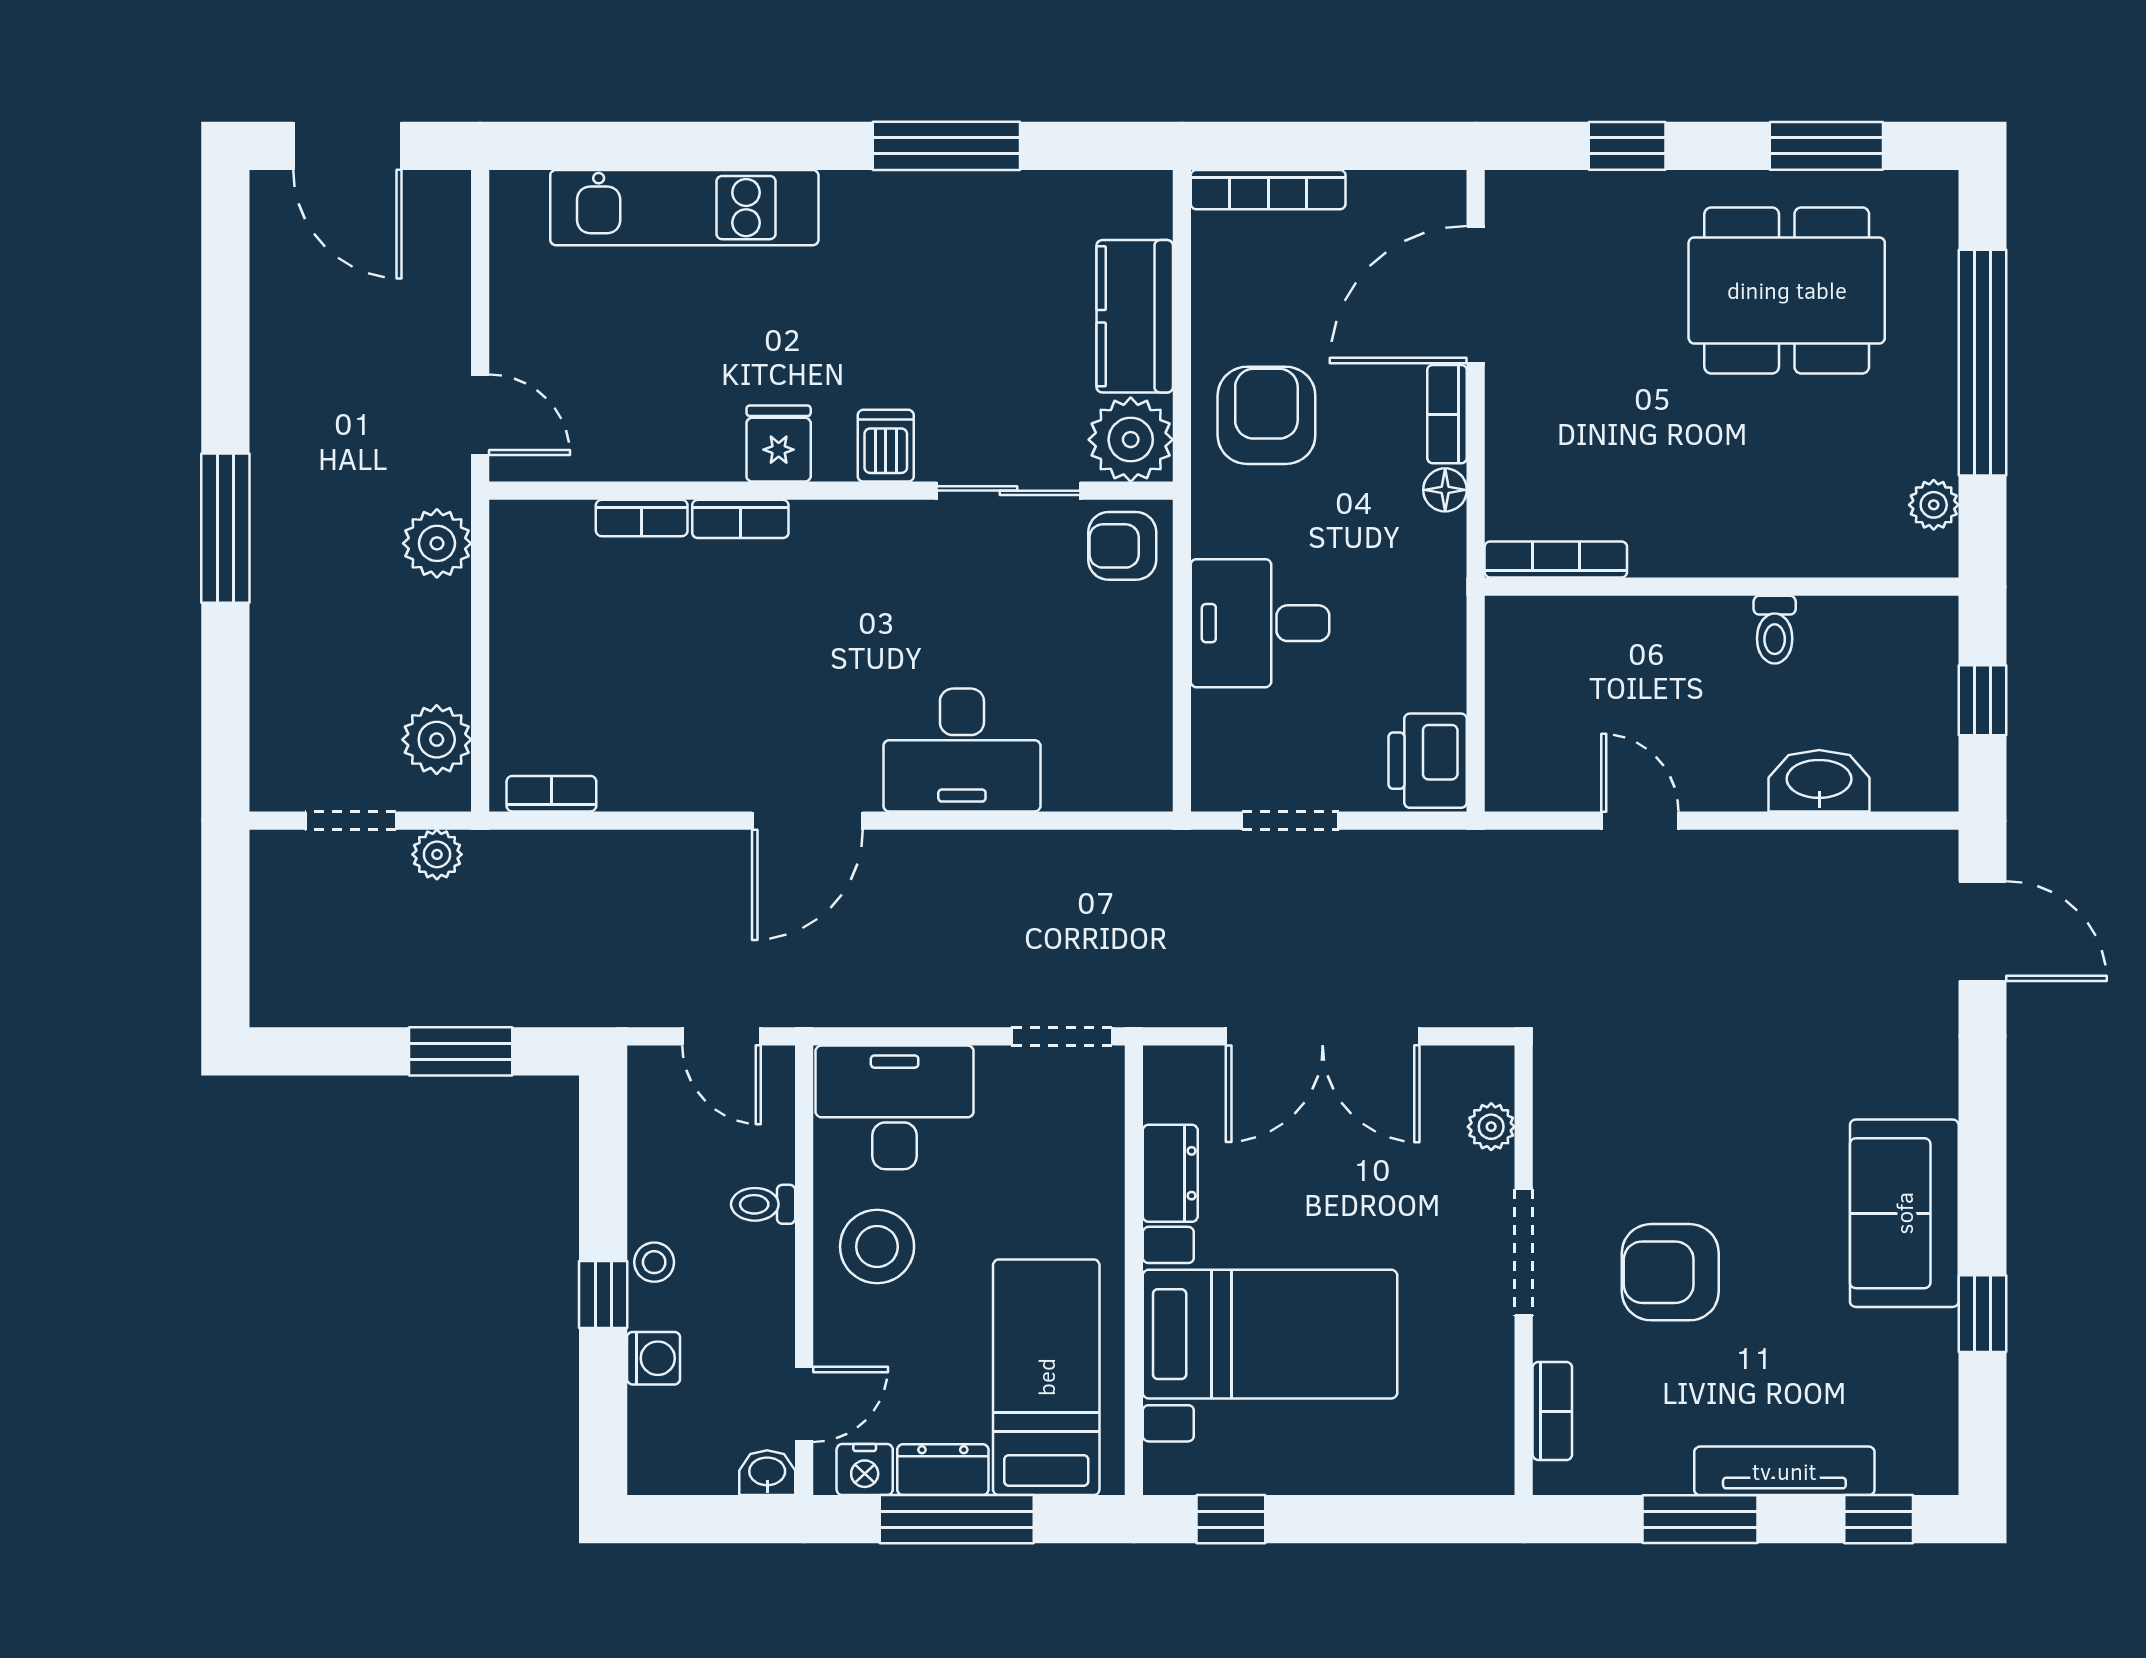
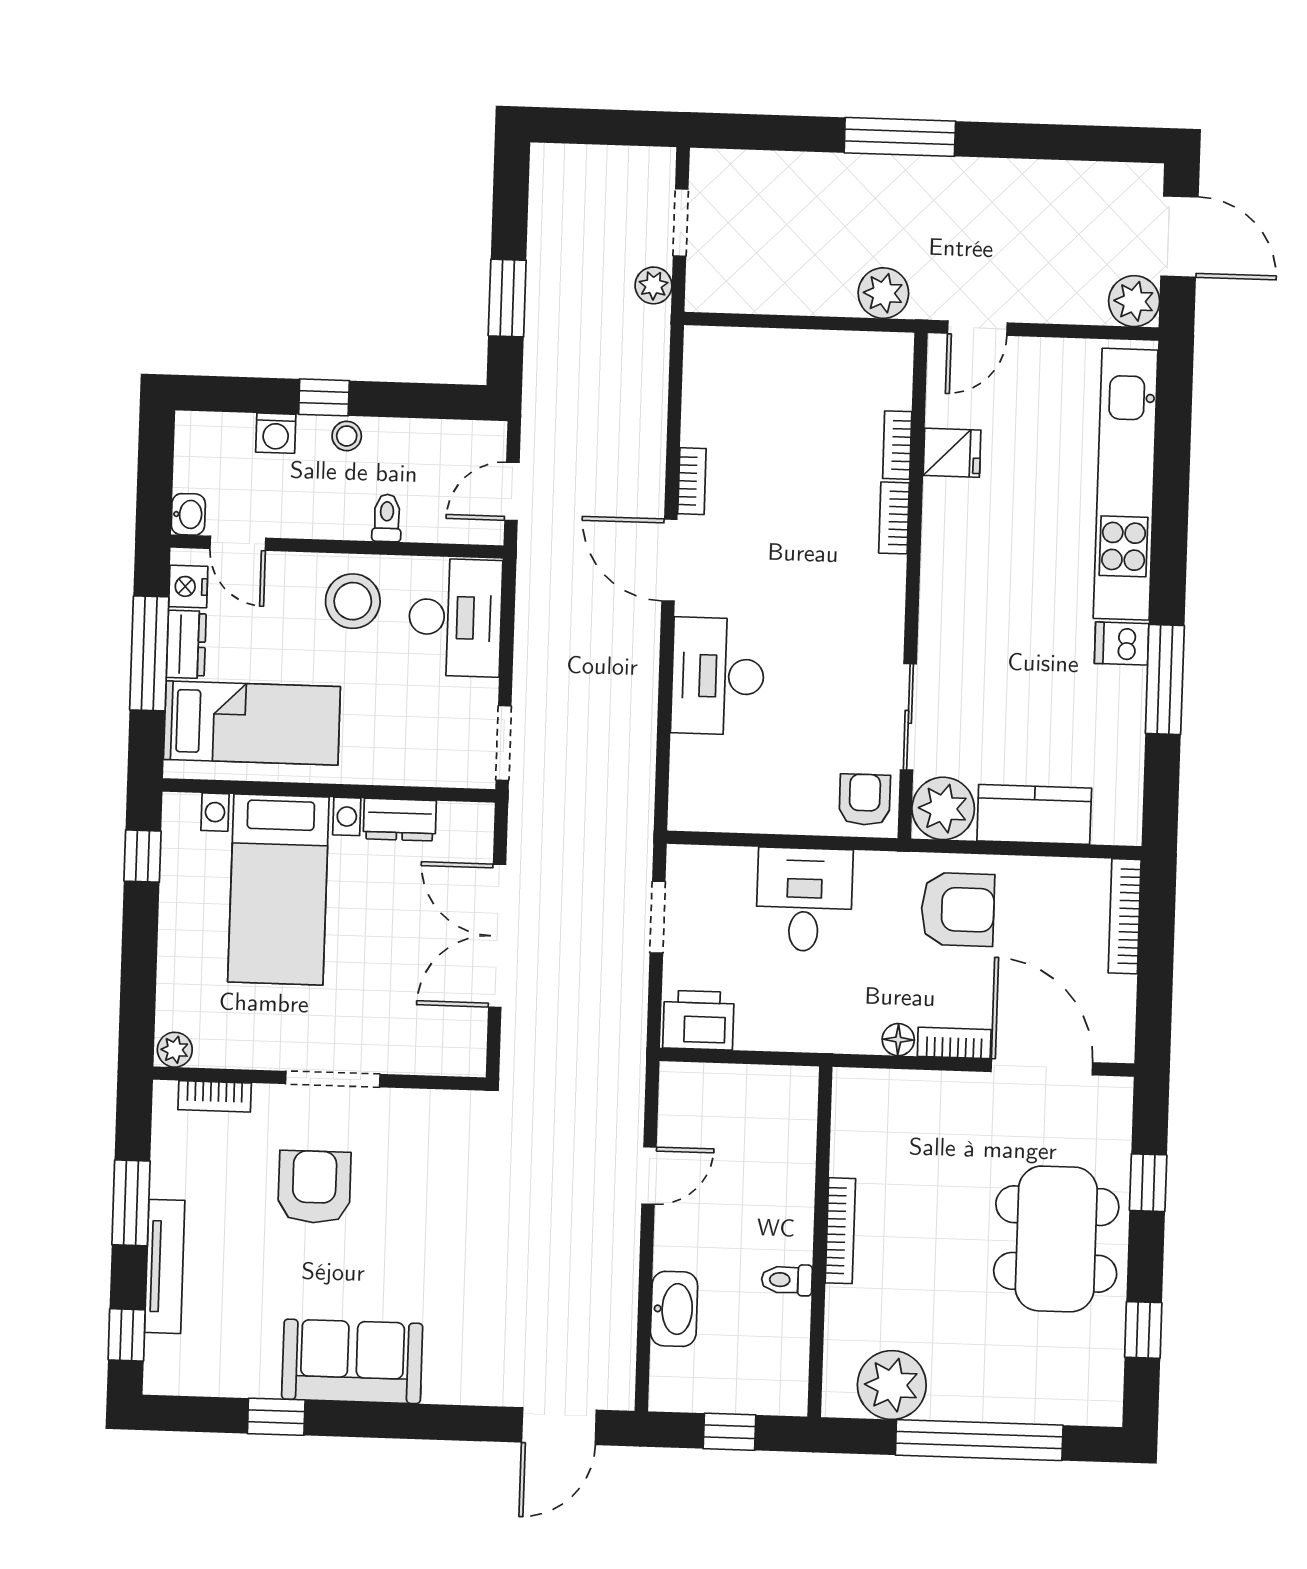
door: (347, 146) -> (1179, 237), swing flipped
window: (1826, 146) -> (1143, 1330), width x0.67
kitchen unit: (684, 208) -> (1126, 484), width x1.36
dining table: (1787, 290) -> (1056, 1239), moved
fridge: (779, 444) -> (952, 453), moved
dishwasher: (886, 446) -> (1122, 644), moved, turned 180
plant: (1934, 505) -> (892, 1385), width x1.87, depth x1.87
bookcase: (1556, 559) -> (840, 1231), moved
plant: (437, 740) -> (1134, 301), moved
bookcase: (551, 794) -> (692, 481), moved
plant: (1491, 1127) -> (175, 1050), moved

